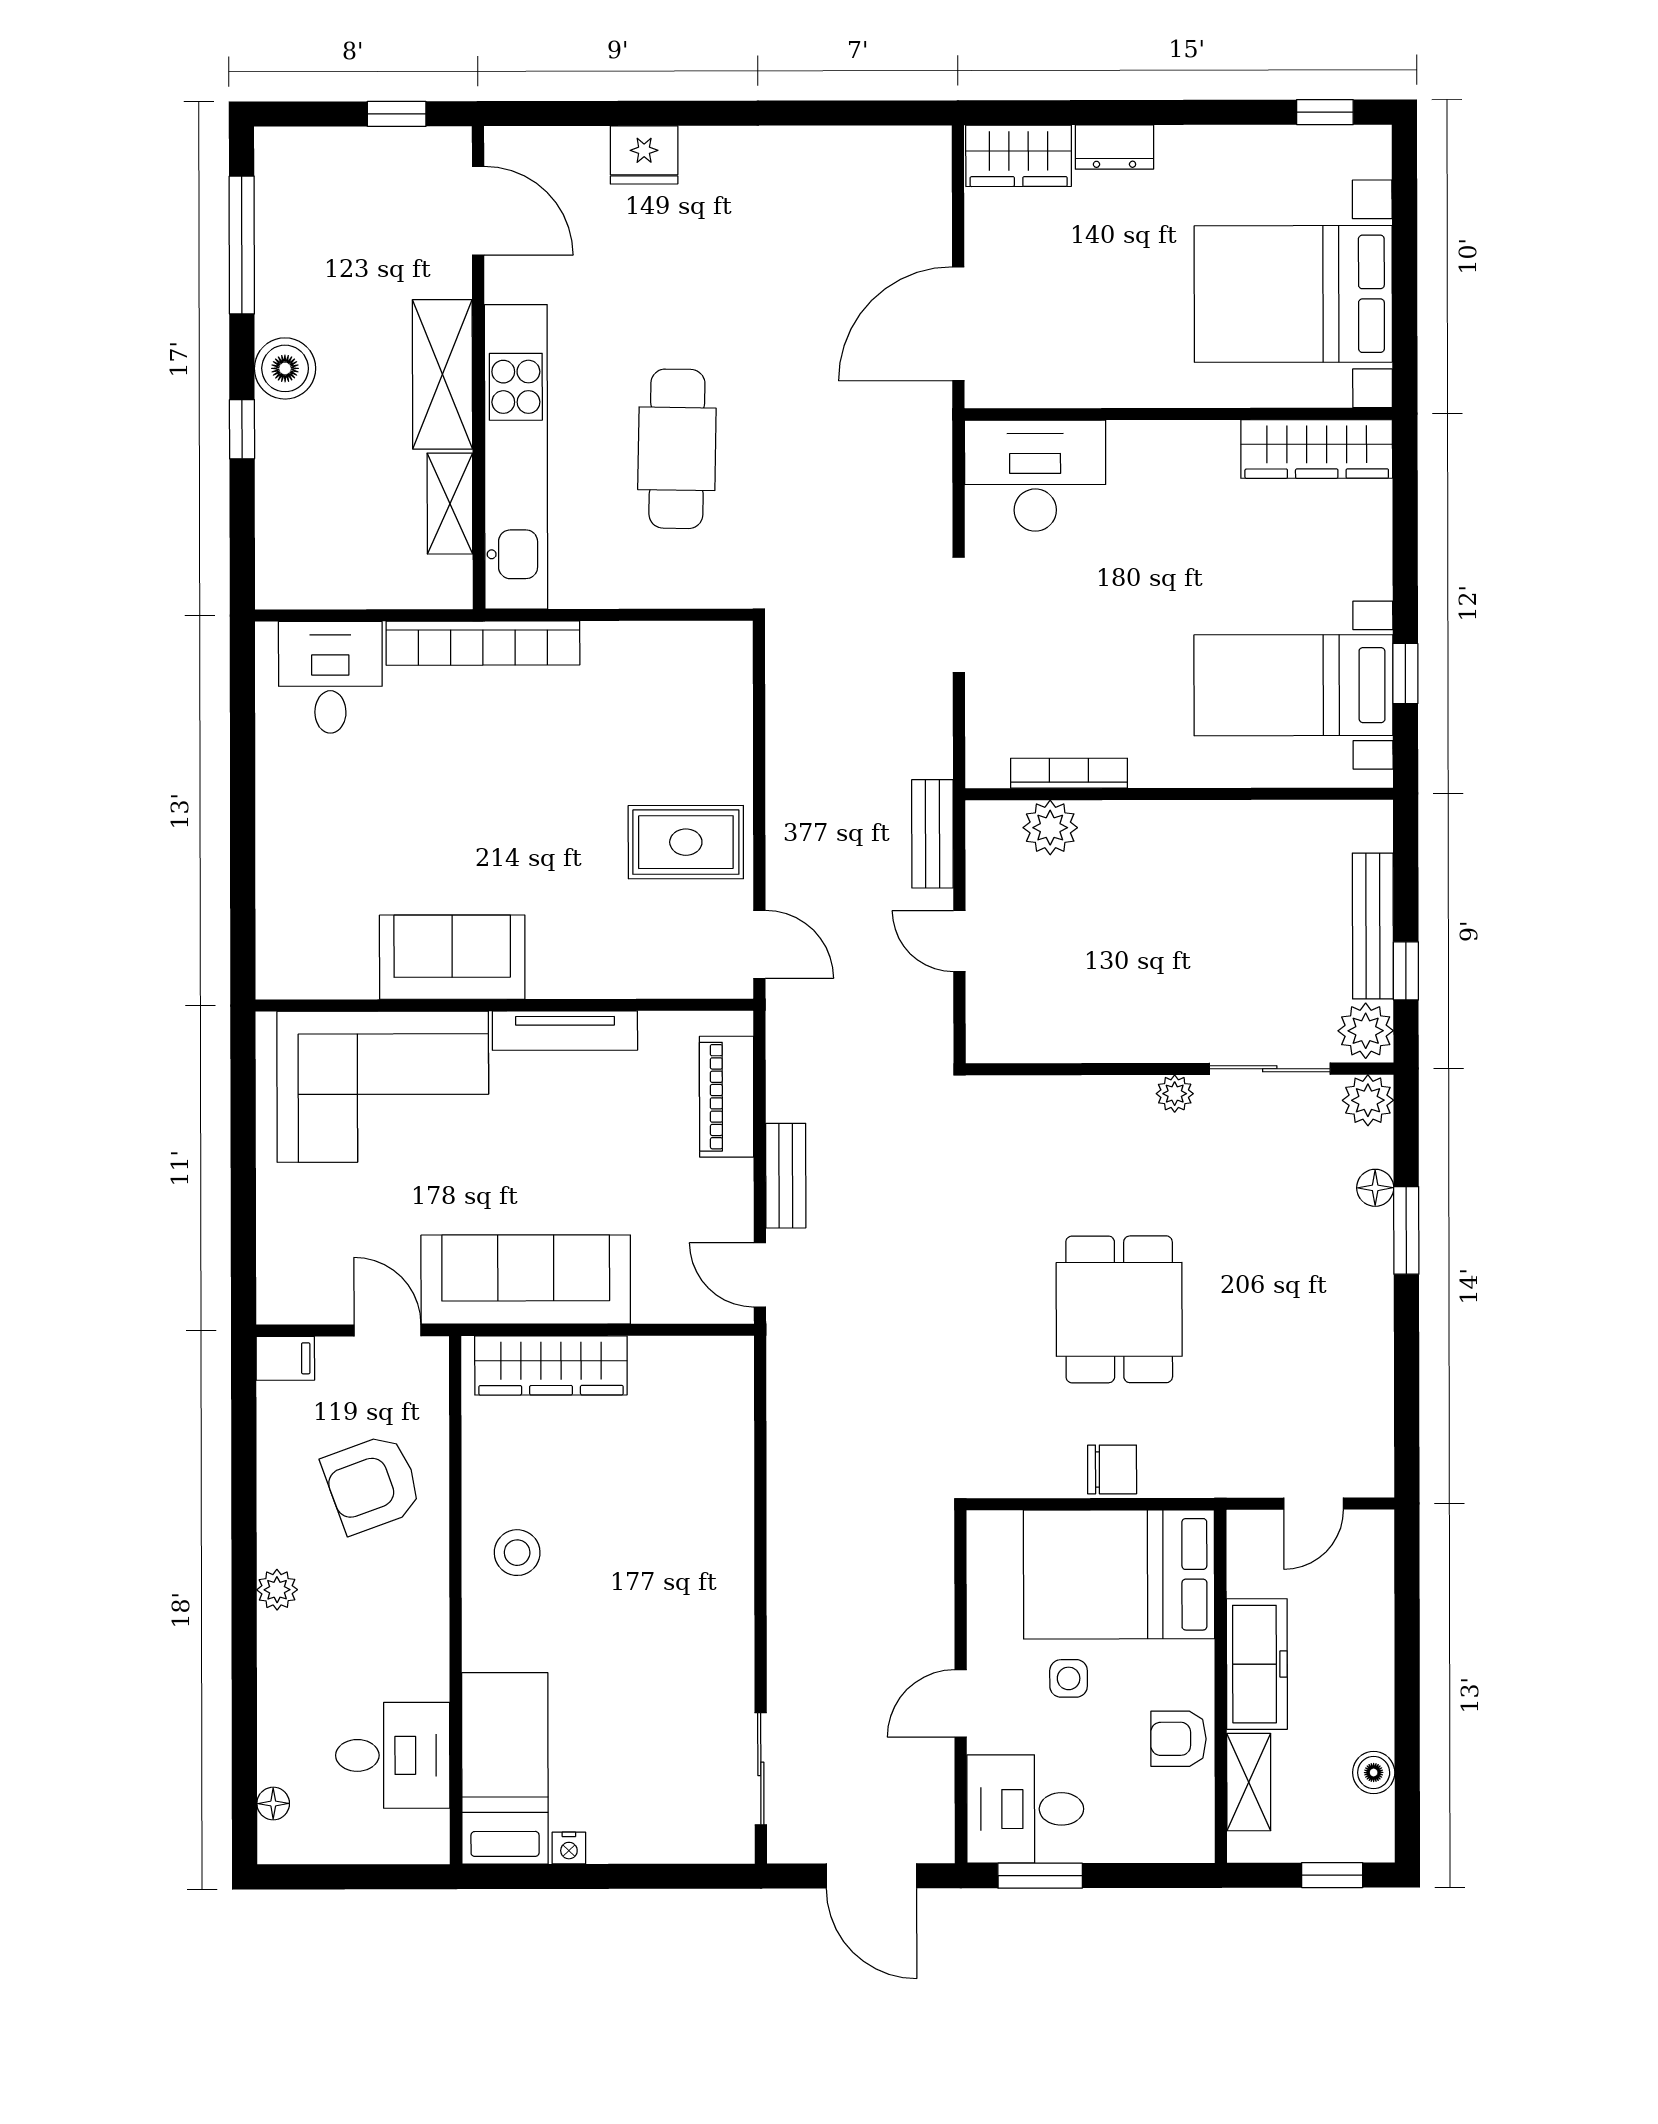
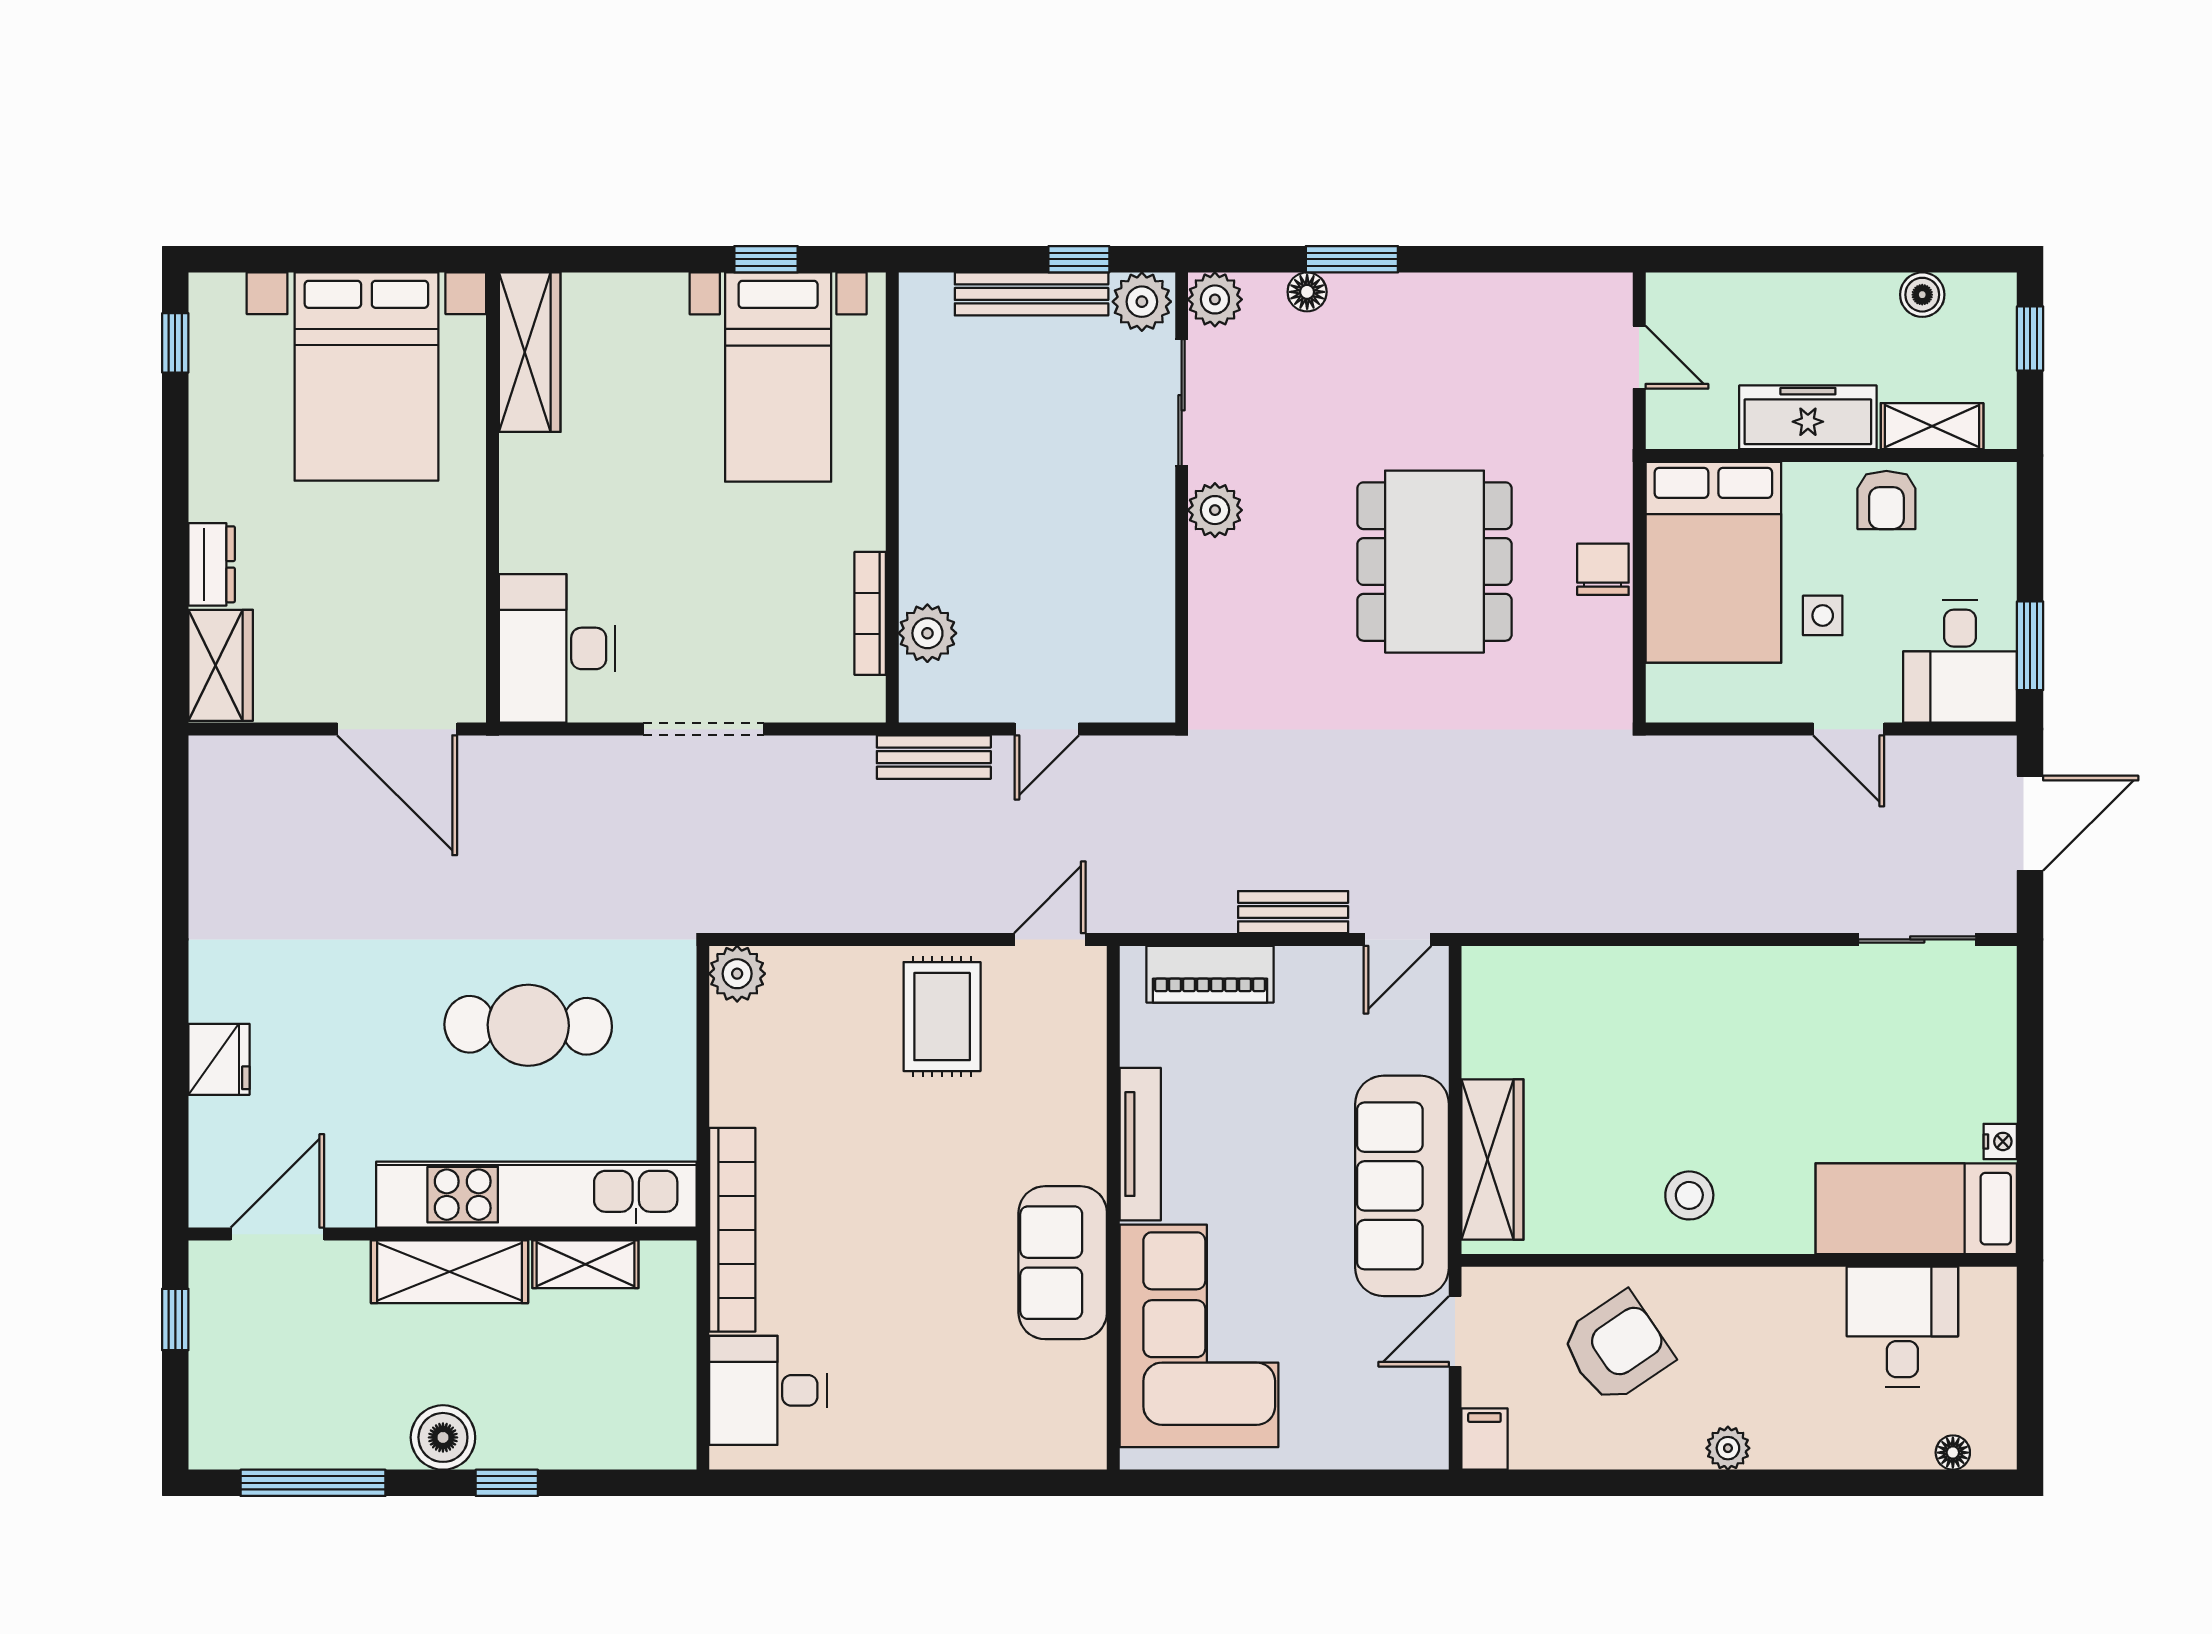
plant: (726, 647) -> (737, 974), added
plant: (1175, 1094) -> (1215, 510), width x1.38, depth x1.38
dining table: (1119, 1309) -> (1434, 562), width x1.38
armchair: (372, 1484) -> (1617, 1348), turned -104

